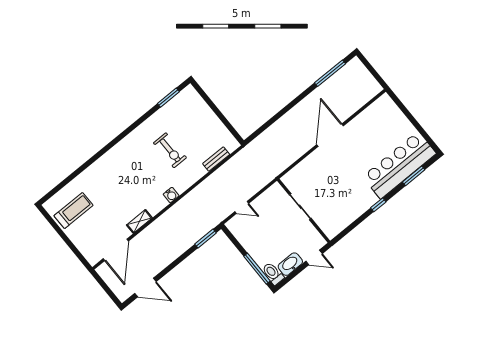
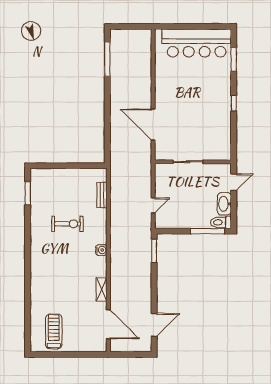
door: (330, 135) -> (153, 125), moved
bar counter: (399, 165) -> (197, 43), moved, turned -90

